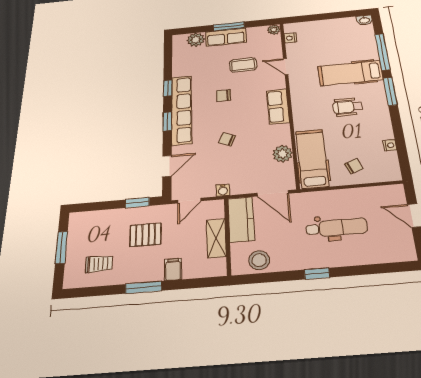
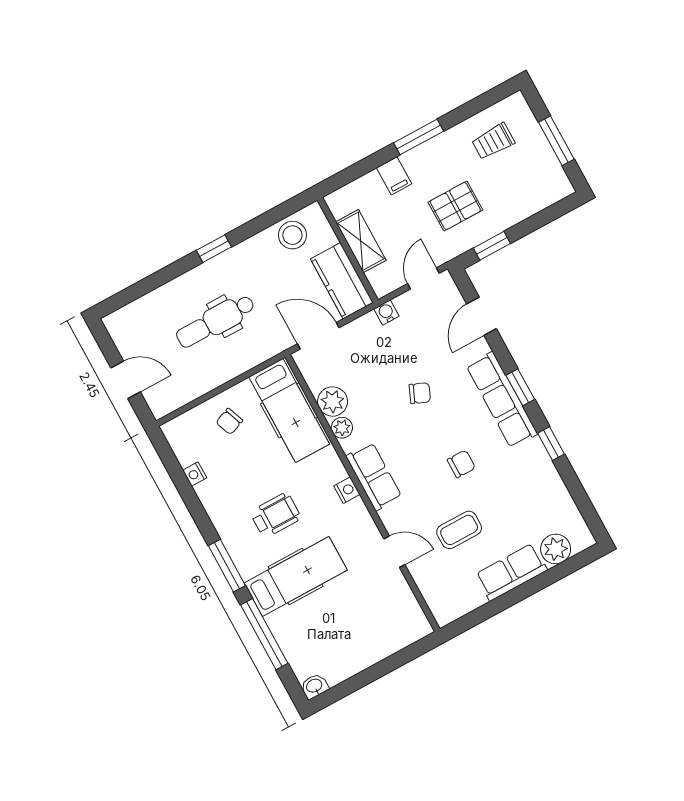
window: (229, 26) -> (517, 595), removed
plant: (274, 30) -> (342, 428), moved
nightstand: (290, 38) -> (347, 490), moved
row of seats: (182, 110) -> (502, 400), width x0.73

